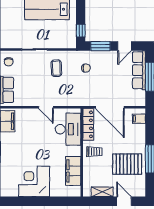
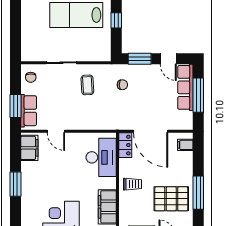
window: (81, 31) -> (116, 20), moved
door: (125, 46) -> (168, 59), hinge flipped
door: (46, 107) -> (56, 131), moved
locker: (88, 124) -> (125, 145), width x0.66

